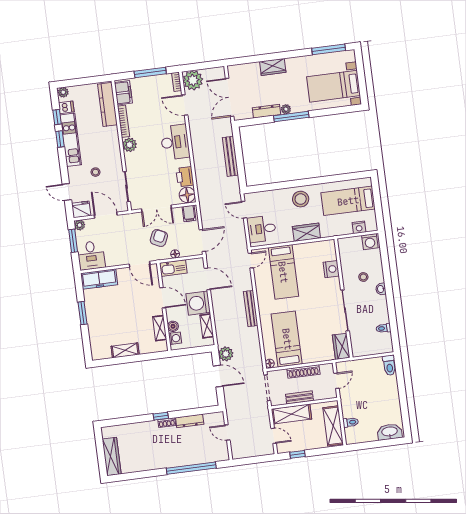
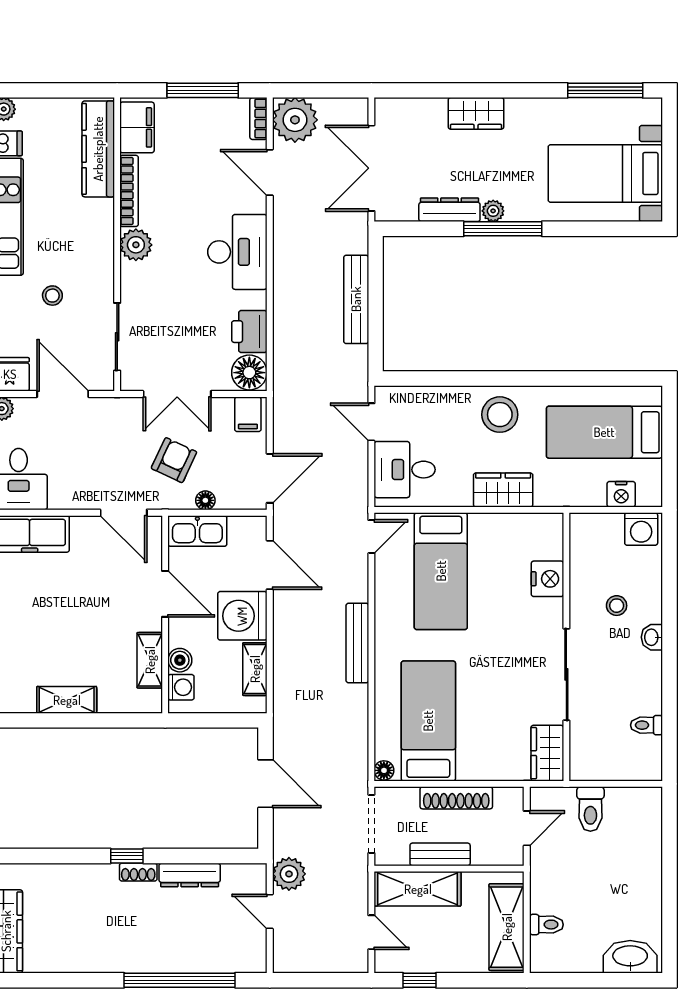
plant: (226, 354) -> (289, 874), moved
toilet: (389, 365) -> (590, 809), moved

